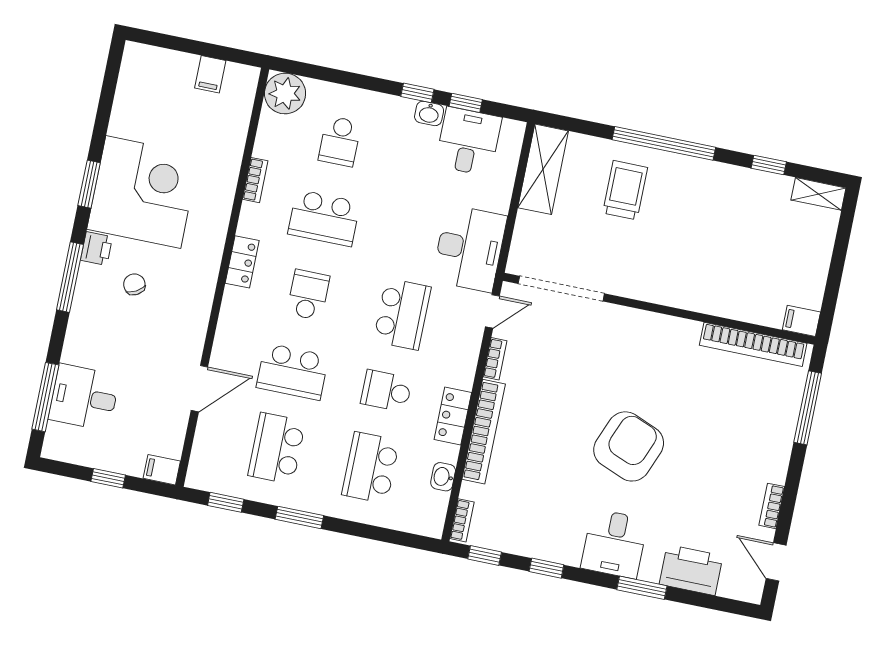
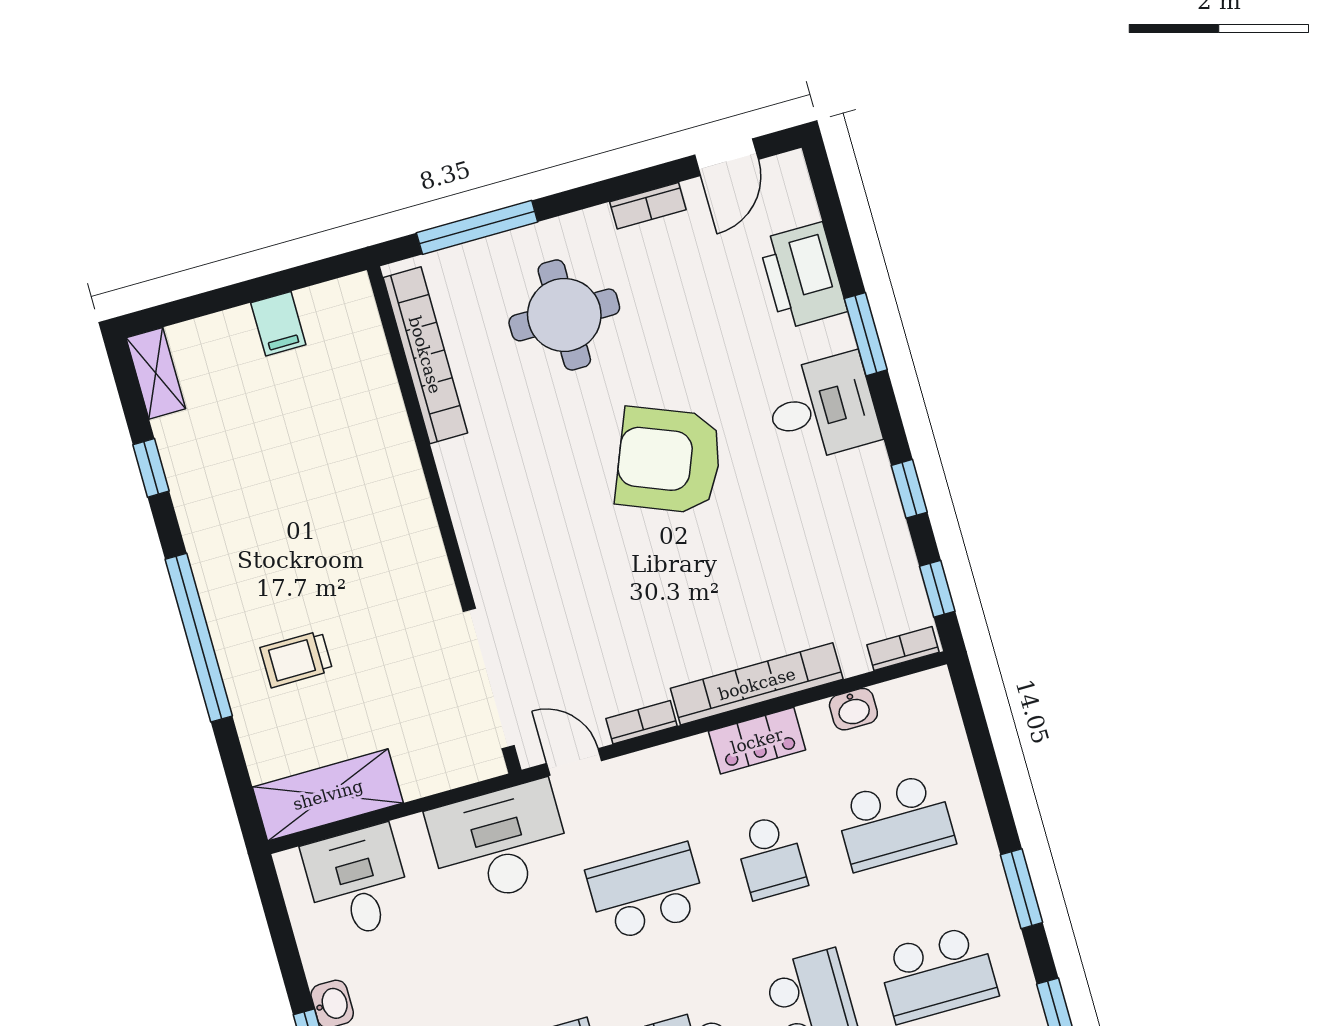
window: (466, 103) -> (289, 959), removed
desk: (468, 141) -> (357, 882), moved, turned 90
trolley: (625, 190) -> (296, 659), width x0.73, depth x0.72
filing cabinet: (801, 321) -> (278, 324), moved
round table: (736, 431) -> (564, 315), added

